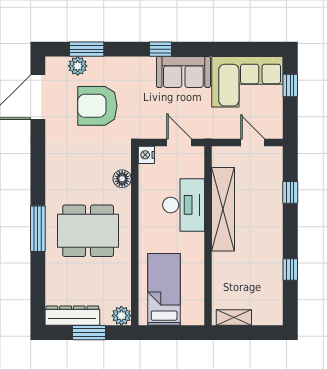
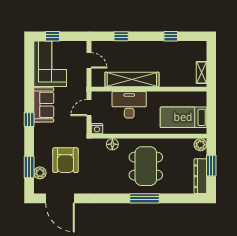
door: (253, 142) -> (89, 60), swing flipped

